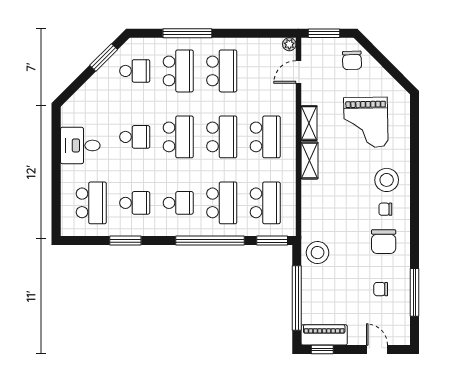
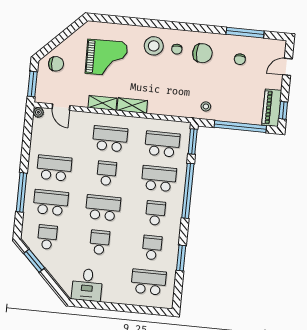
school desk: (222, 137) -> (106, 173), width x0.54
desk: (80, 145) -> (87, 285), moved
stool: (318, 253) -> (206, 106), width x0.53, depth x0.53

